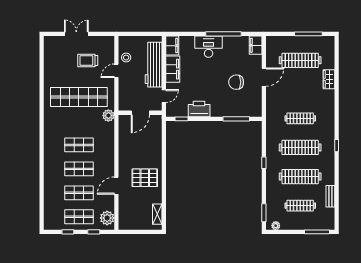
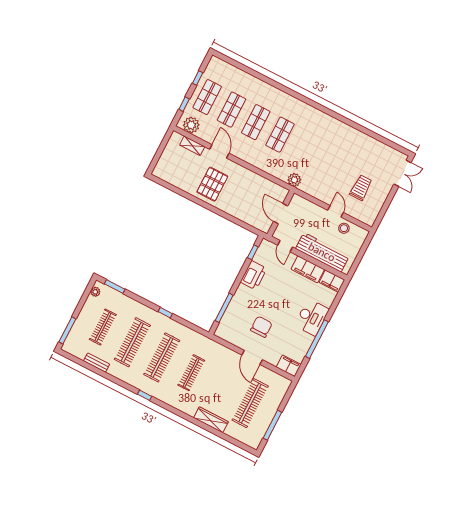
double door: (76, 34) -> (402, 173), moved
wardrobe: (329, 79) -> (211, 420), width x1.50
shop shelf: (79, 97) -> (329, 160), removed
shelving: (157, 214) -> (192, 146), moved

